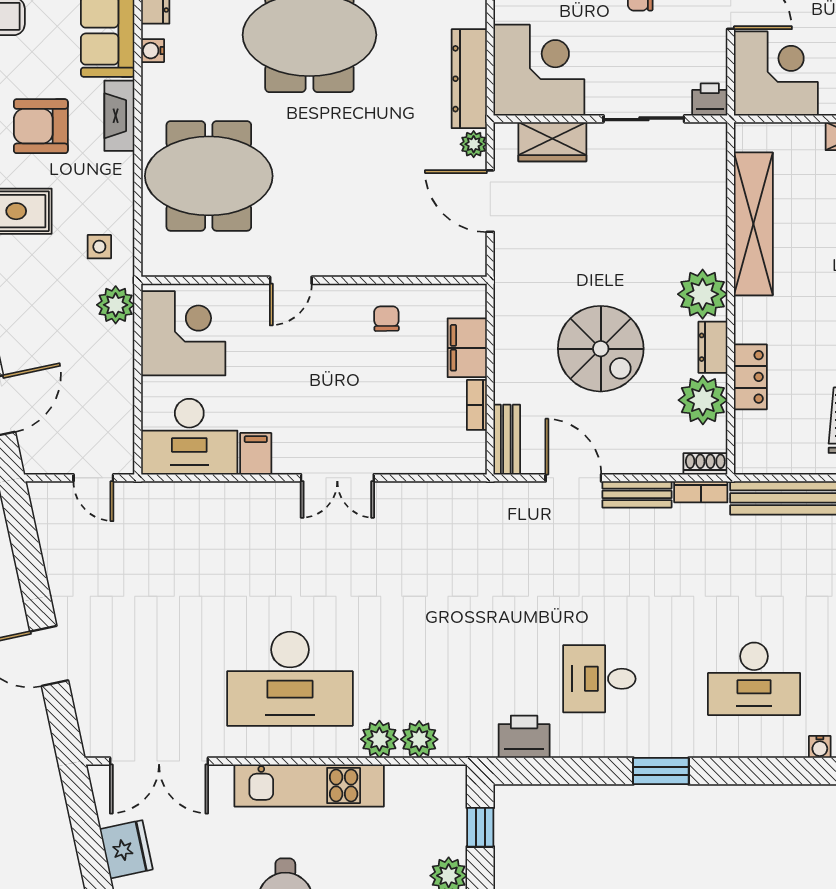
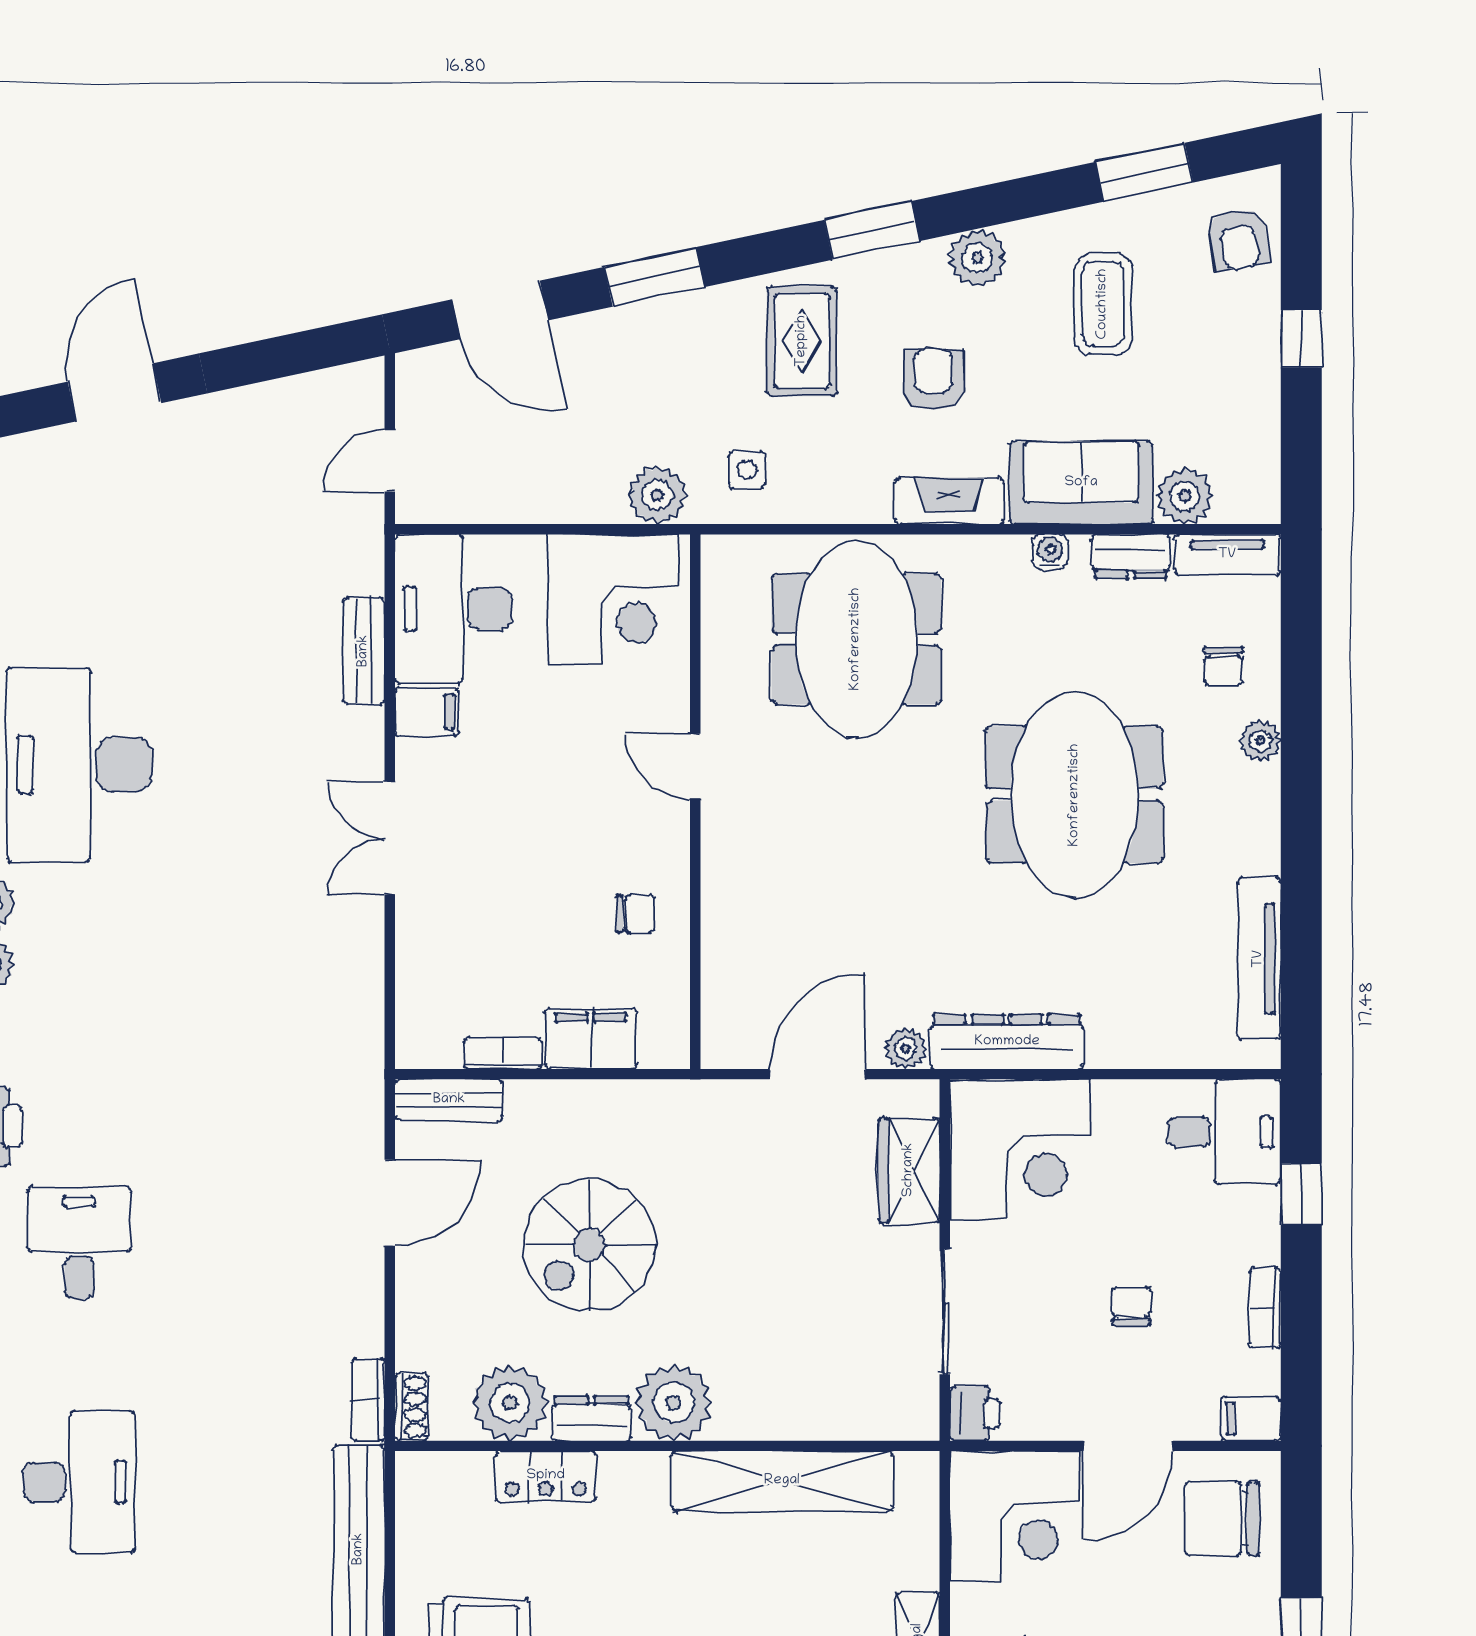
armchair: (41, 126) -> (933, 379), width x0.72, depth x0.72
bench: (637, 494) -> (364, 651), moved
desk: (754, 679) -> (79, 1482), turned 180

